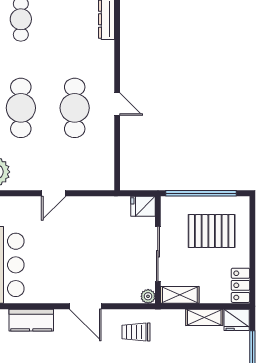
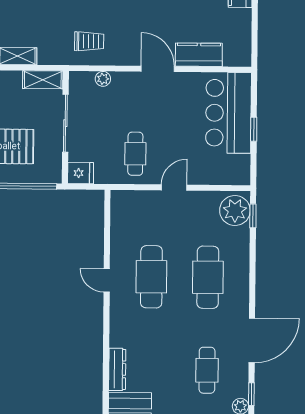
cafe table: (91, 225) -> (135, 154), added
plant: (148, 296) -> (103, 79), moved
door: (85, 306) -> (158, 69), moved

